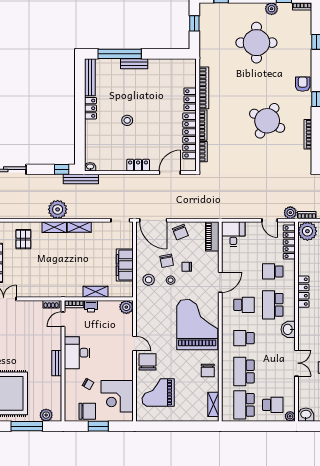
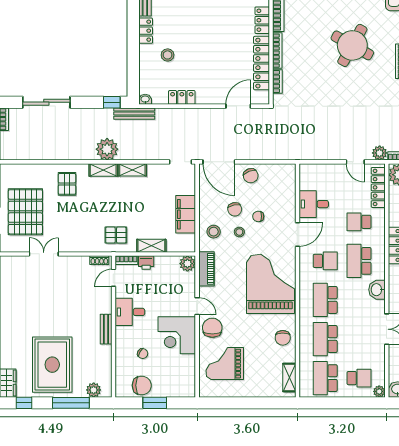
stool: (127, 120) -> (168, 55), moved
locker: (138, 165) -> (182, 97), moved
desk: (233, 234) -> (314, 204), moved, turned -90
piano: (212, 236) -> (206, 269), moved, turned 180
pallet: (65, 283) -> (116, 235), added
school desk: (244, 338) -> (325, 300), width x1.85
desk: (77, 353) -> (130, 312), width x0.73
corner desk: (117, 396) -> (177, 335), moved

